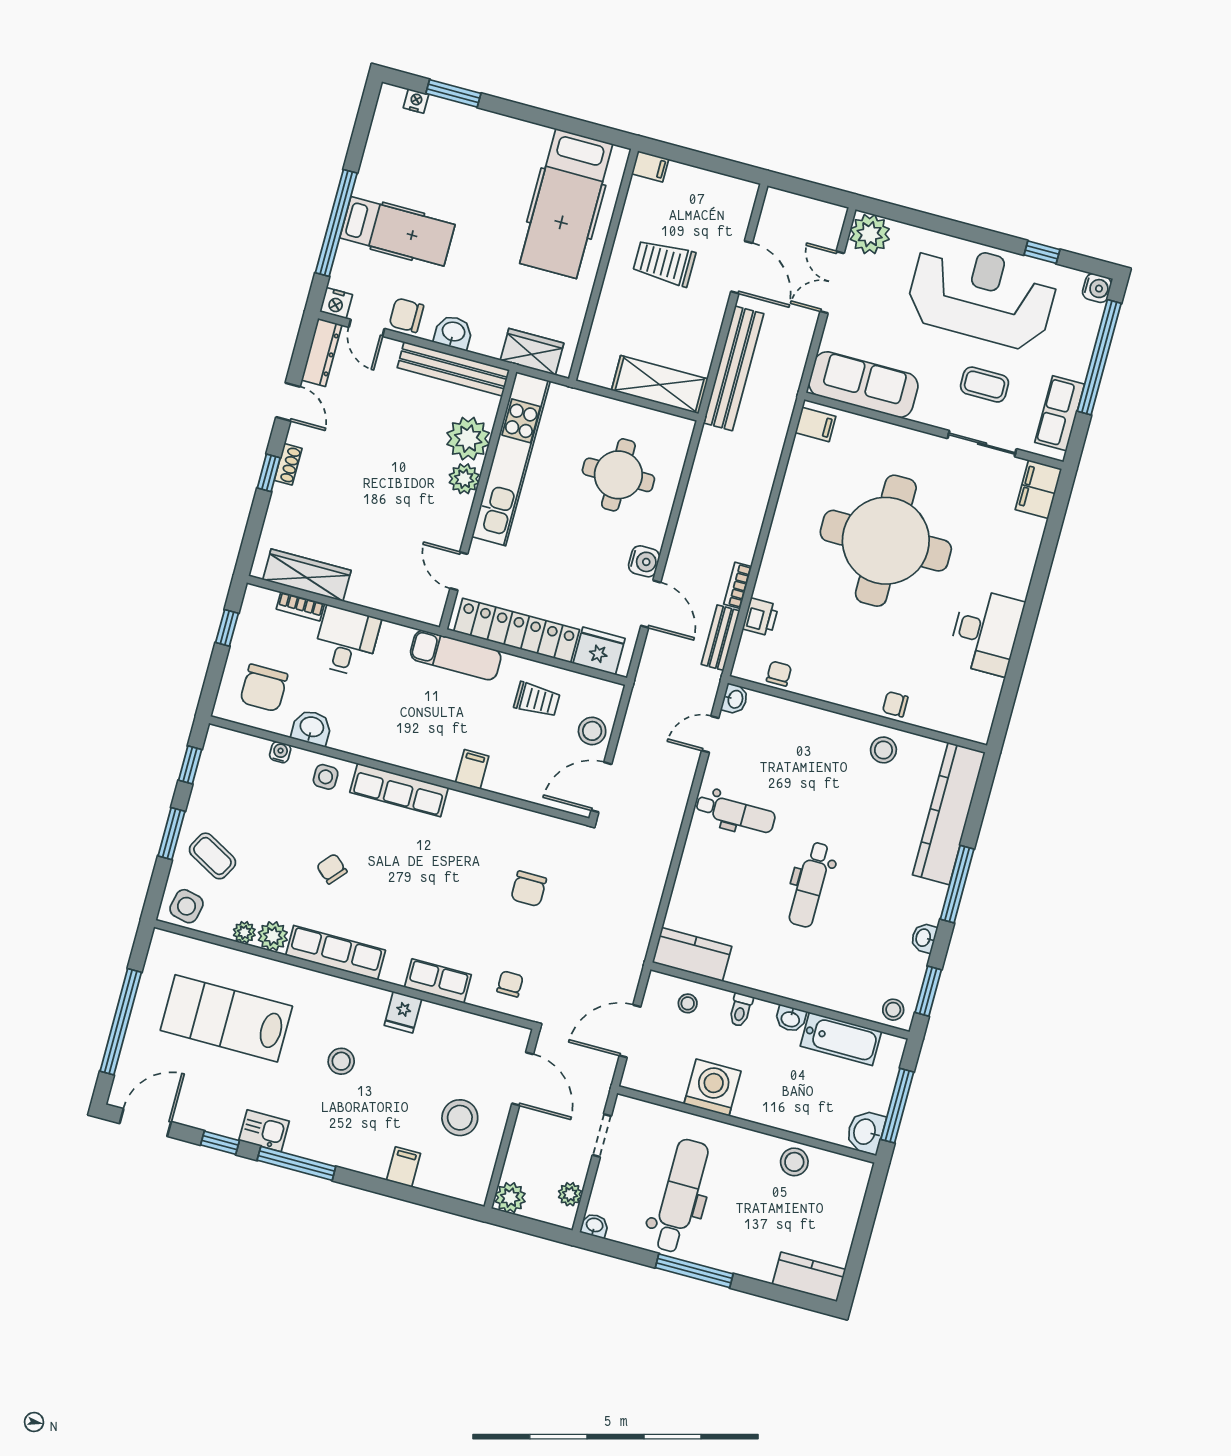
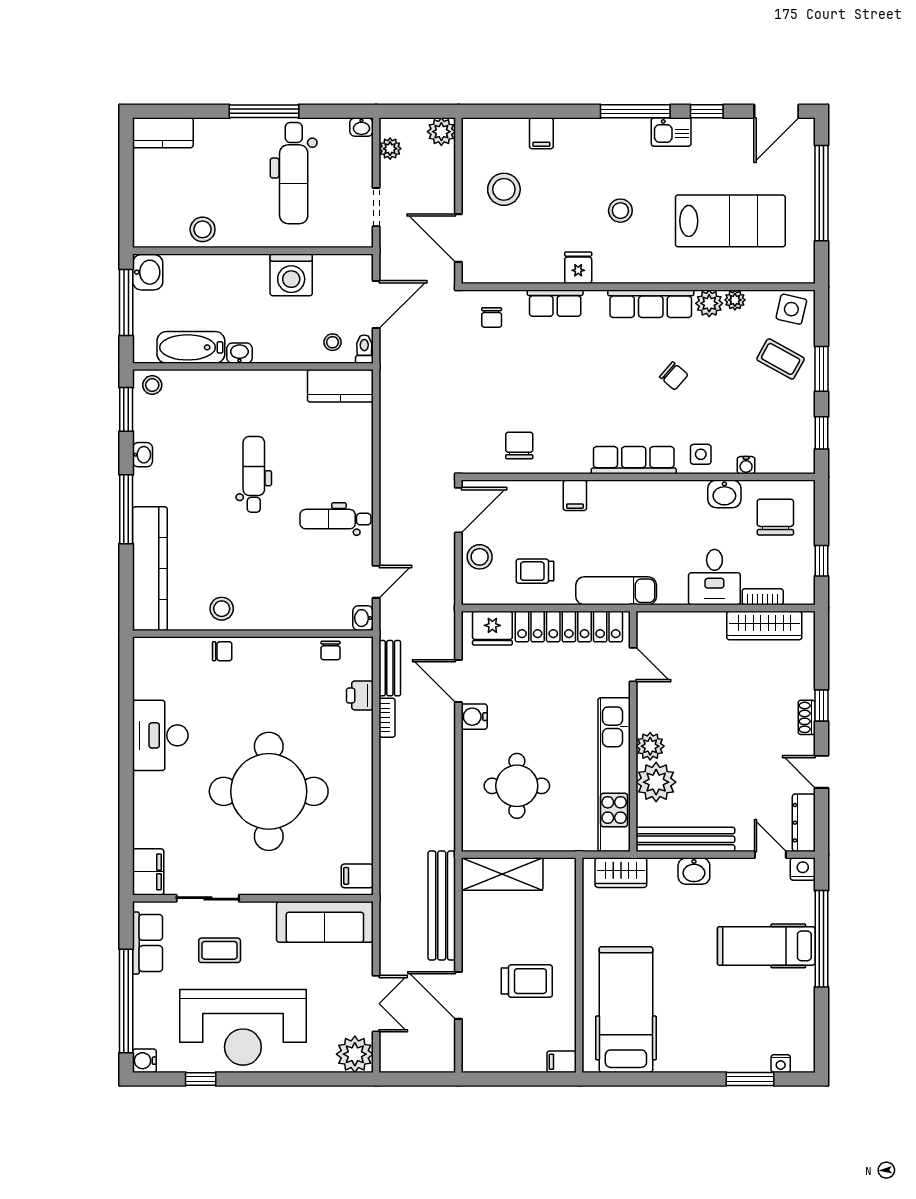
chair: (406, 315) -> (739, 875), removed
chair: (529, 889) -> (519, 445), moved
toilet: (741, 1010) -> (364, 349), moved

